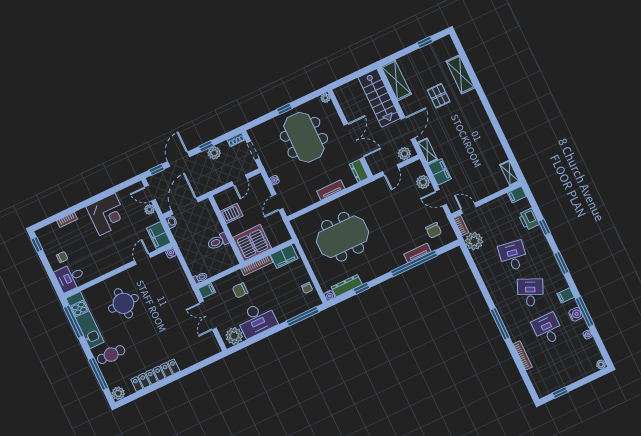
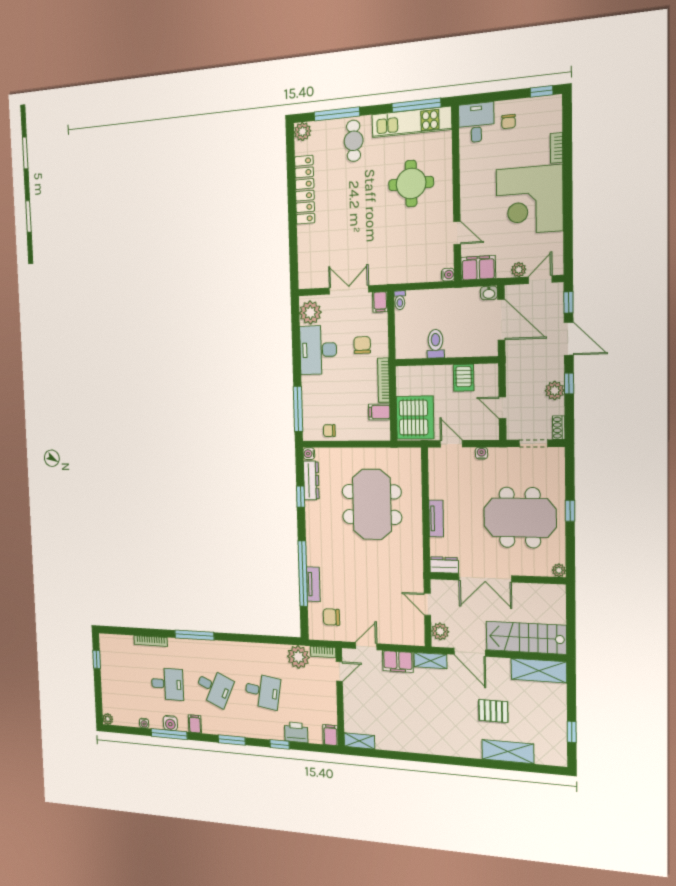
plant: (423, 182) -> (395, 635), removed
corner desk: (107, 214) -> (529, 200), width x1.36, depth x1.36
server rack: (252, 243) -> (415, 418), moved
filing cabinet: (284, 257) -> (379, 412), width x0.50

